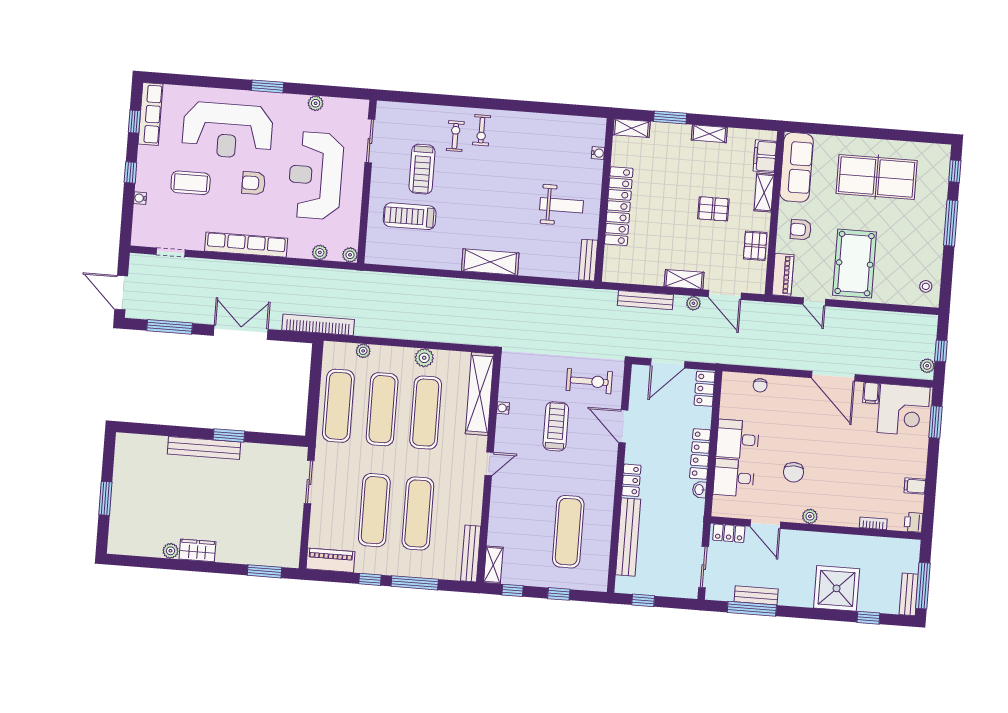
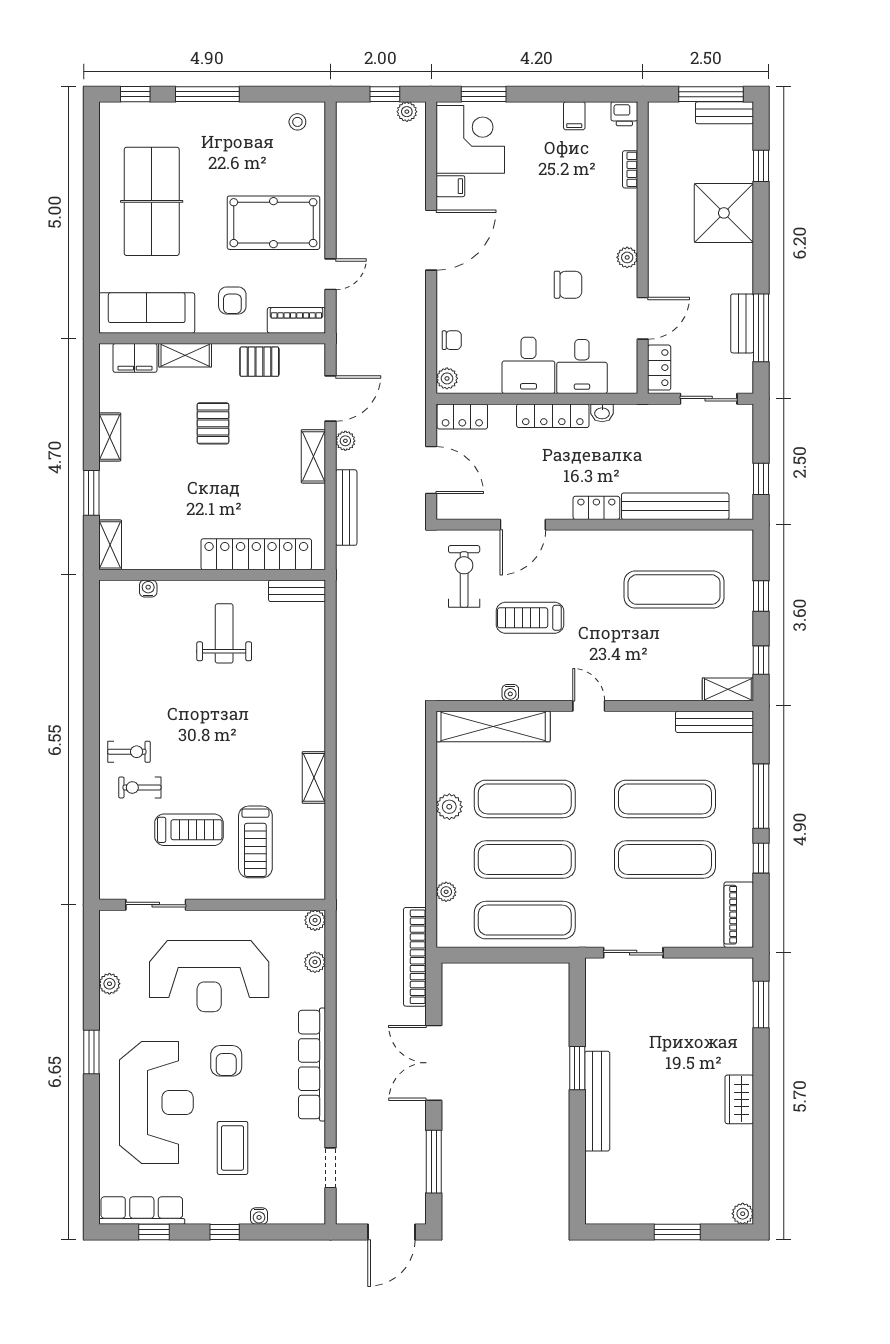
locker: (619, 206) -> (256, 554), moved
shelving: (490, 262) -> (314, 777), moved, width x0.67, depth x0.75
plant: (733, 380) -> (447, 378), added
plant: (170, 551) -> (743, 1214), moved

